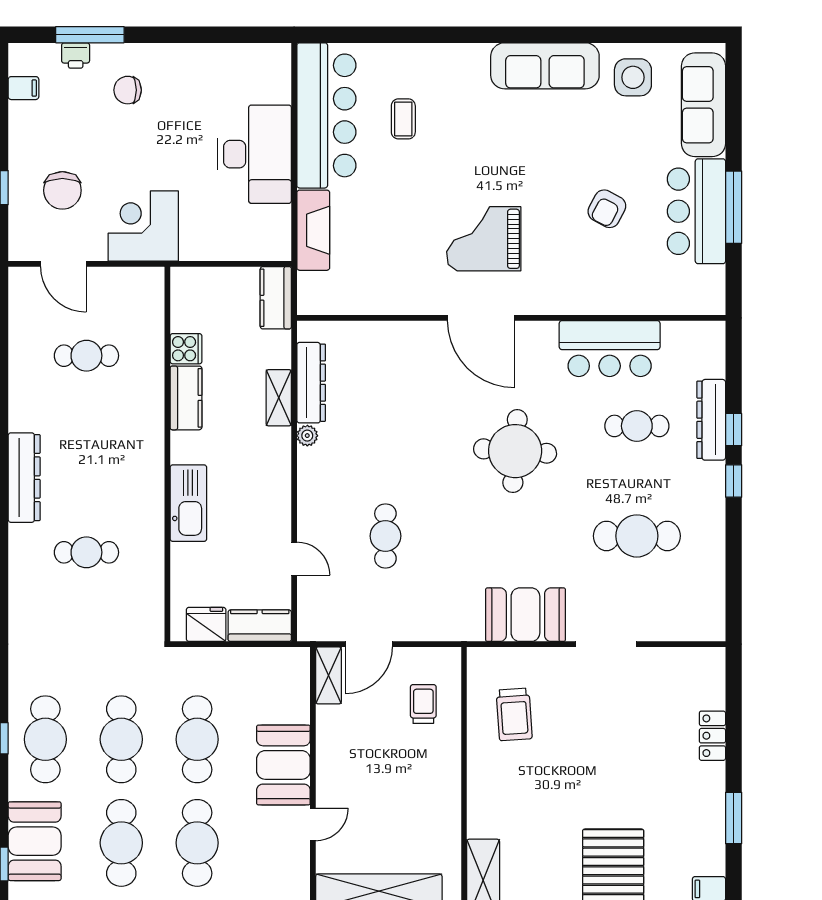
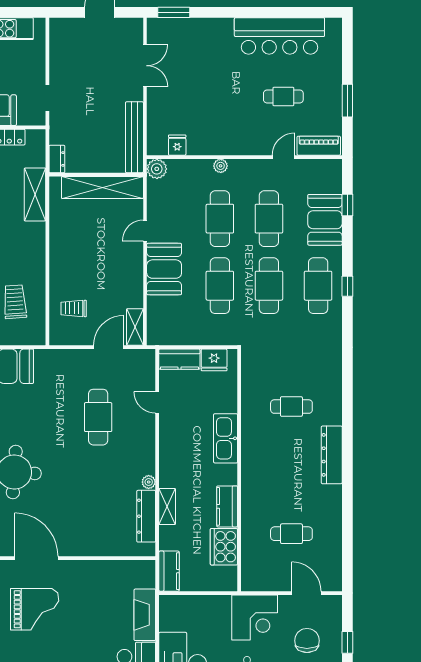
cooker: (186, 349) -> (224, 547), width x1.87, depth x1.31
cafe table: (385, 536) -> (98, 417), width x1.37, depth x1.35
trolley: (423, 704) -> (74, 308), turned 90

